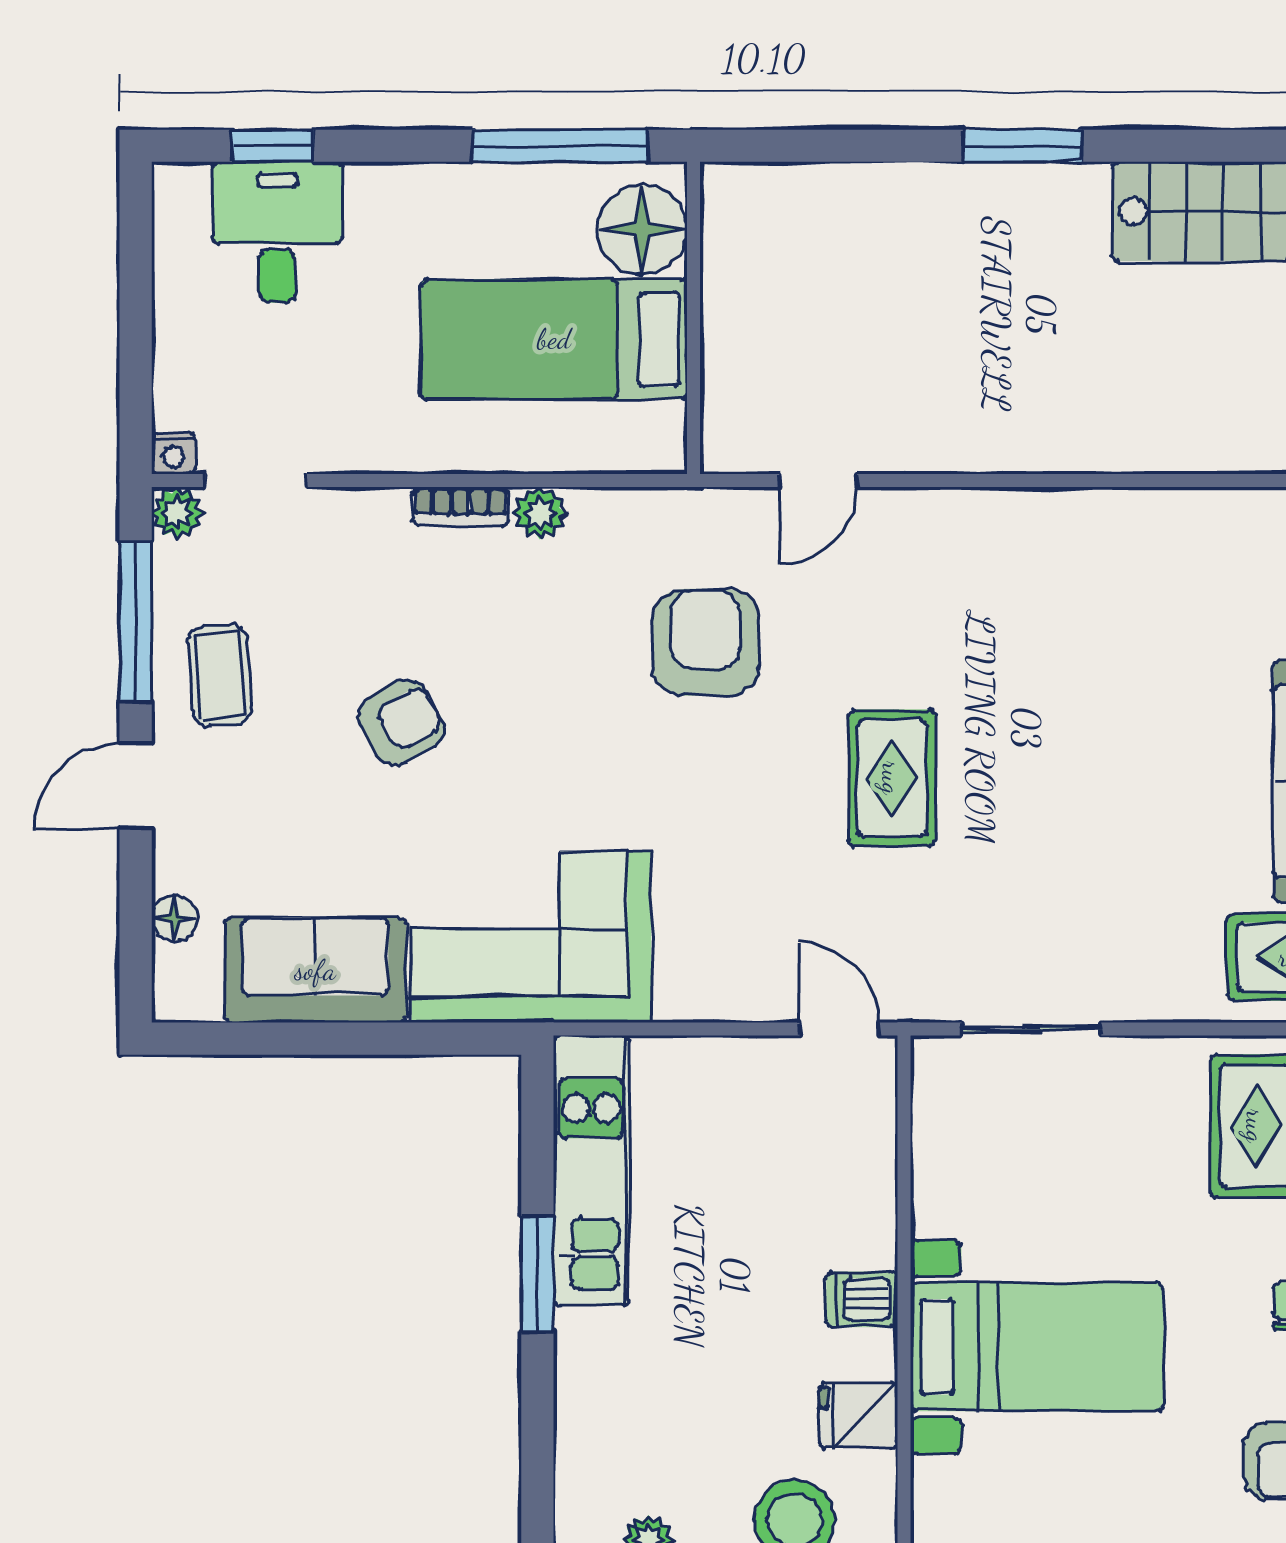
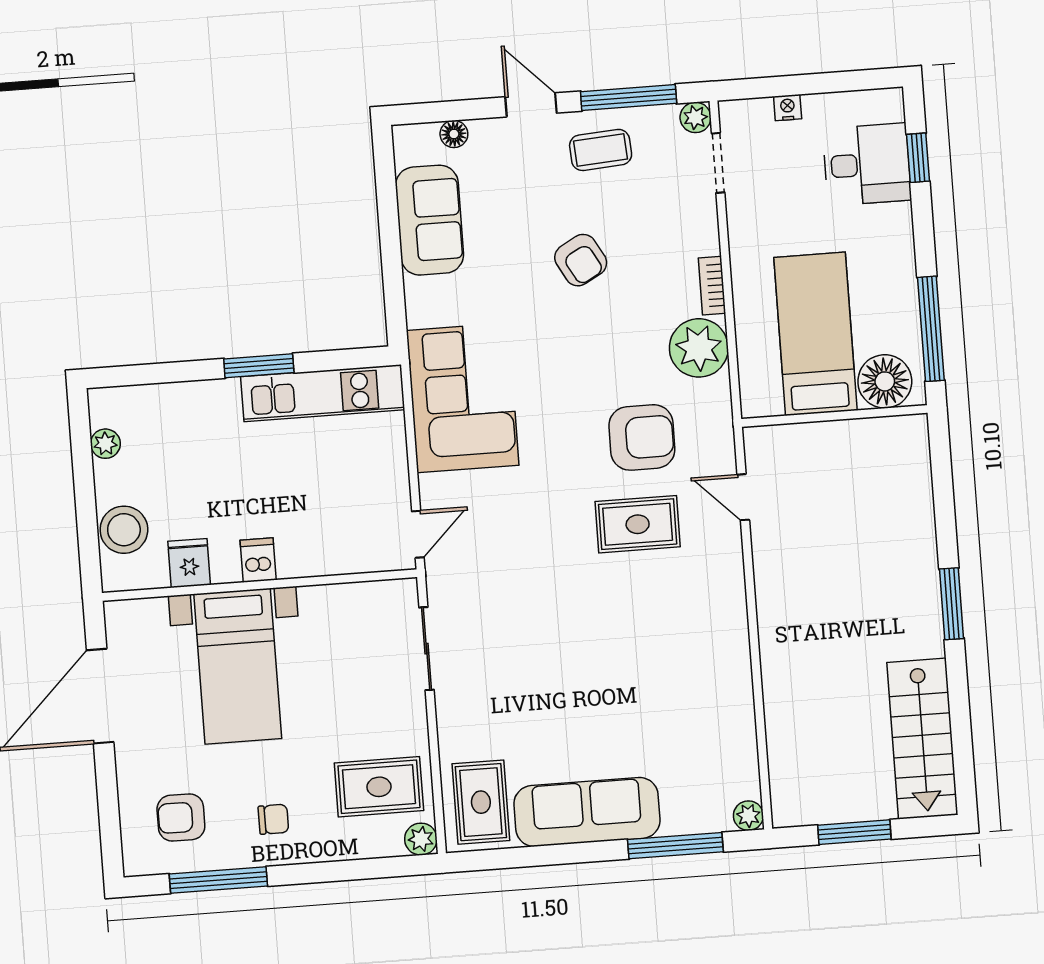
nightstand: (173, 453) -> (788, 108), moved, turned 90
plant: (540, 513) -> (699, 348), width x1.88, depth x1.88
rug: (892, 778) -> (638, 524), moved
corner sofa: (531, 937) -> (463, 398), moved

